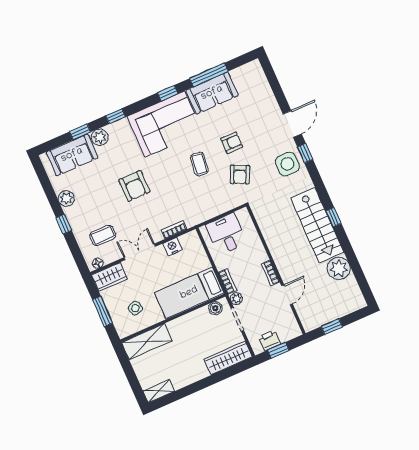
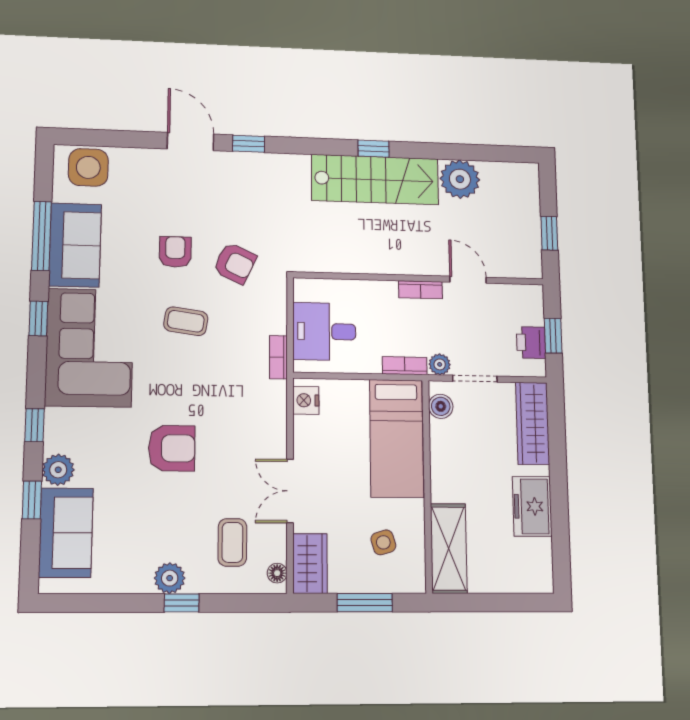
side table: (287, 164) -> (88, 167), moved
plant: (66, 198) -> (170, 578), moved
bookcase: (174, 230) -> (278, 357), moved
nightstand: (172, 247) -> (306, 400), moved
freezer: (186, 375) -> (532, 506), added
shelving: (159, 391) -> (541, 566), removed

